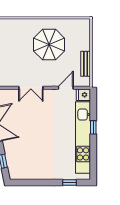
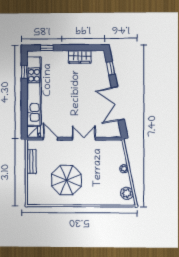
door: (66, 88) -> (50, 139), swing flipped
window: (93, 127) -> (24, 72), moved
wardrobe: (35, 173) -> (80, 57), added

